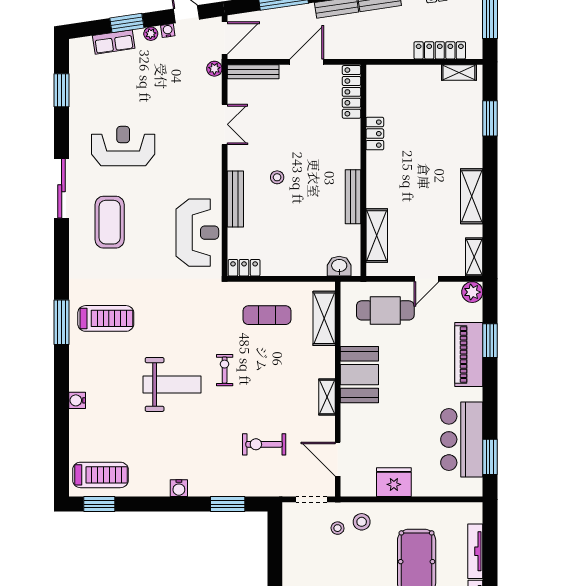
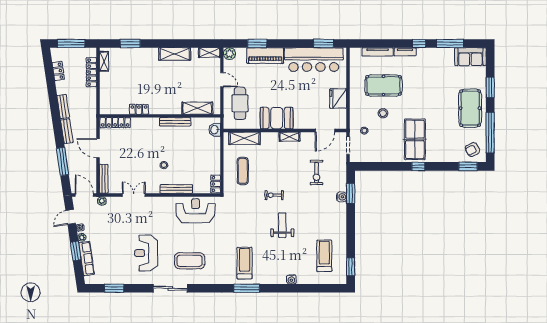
row of seats: (114, 42) -> (87, 258), width x1.48
weight bench: (172, 384) -> (282, 225), width x0.73, depth x0.75
bar counter: (462, 439) -> (314, 60), width x1.36
treadmill: (100, 475) -> (324, 256), moved
water cooler: (179, 488) -> (342, 197), moved
stool: (362, 522) -> (383, 113), moved

